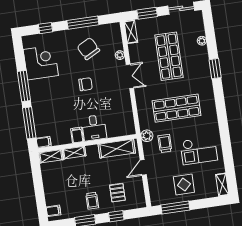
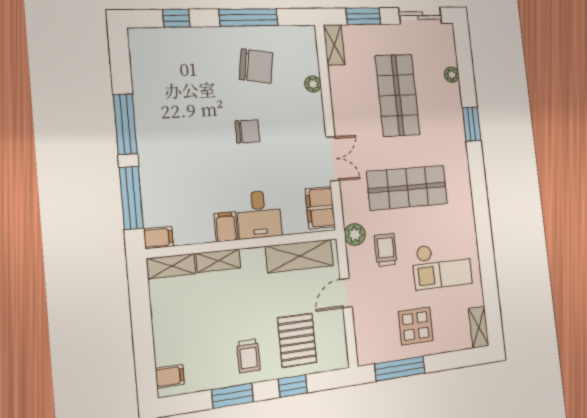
chair: (88, 49) -> (256, 66), turned 127
corner desk: (41, 63) -> (163, 82), removed
double door: (130, 76) -> (333, 159), moved
filing cabinet: (127, 122) -> (320, 208), added
pallet: (117, 193) -> (297, 340), width x1.50, depth x1.42

